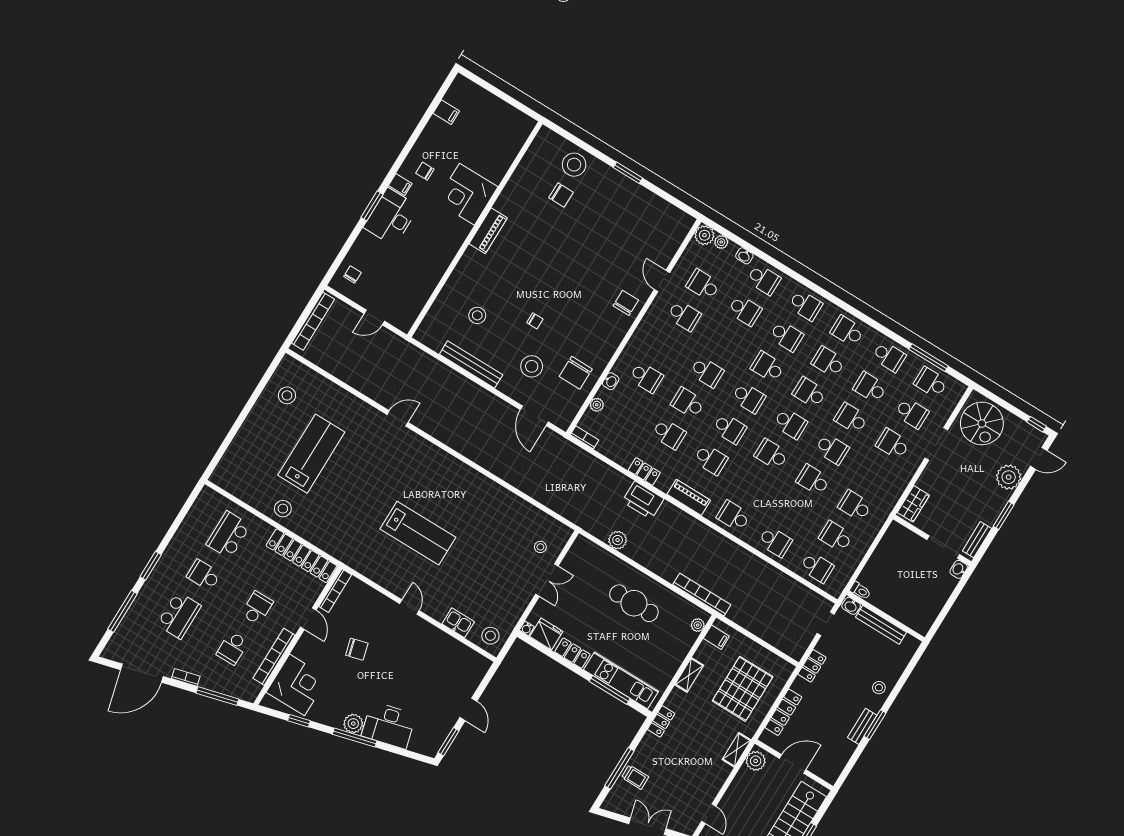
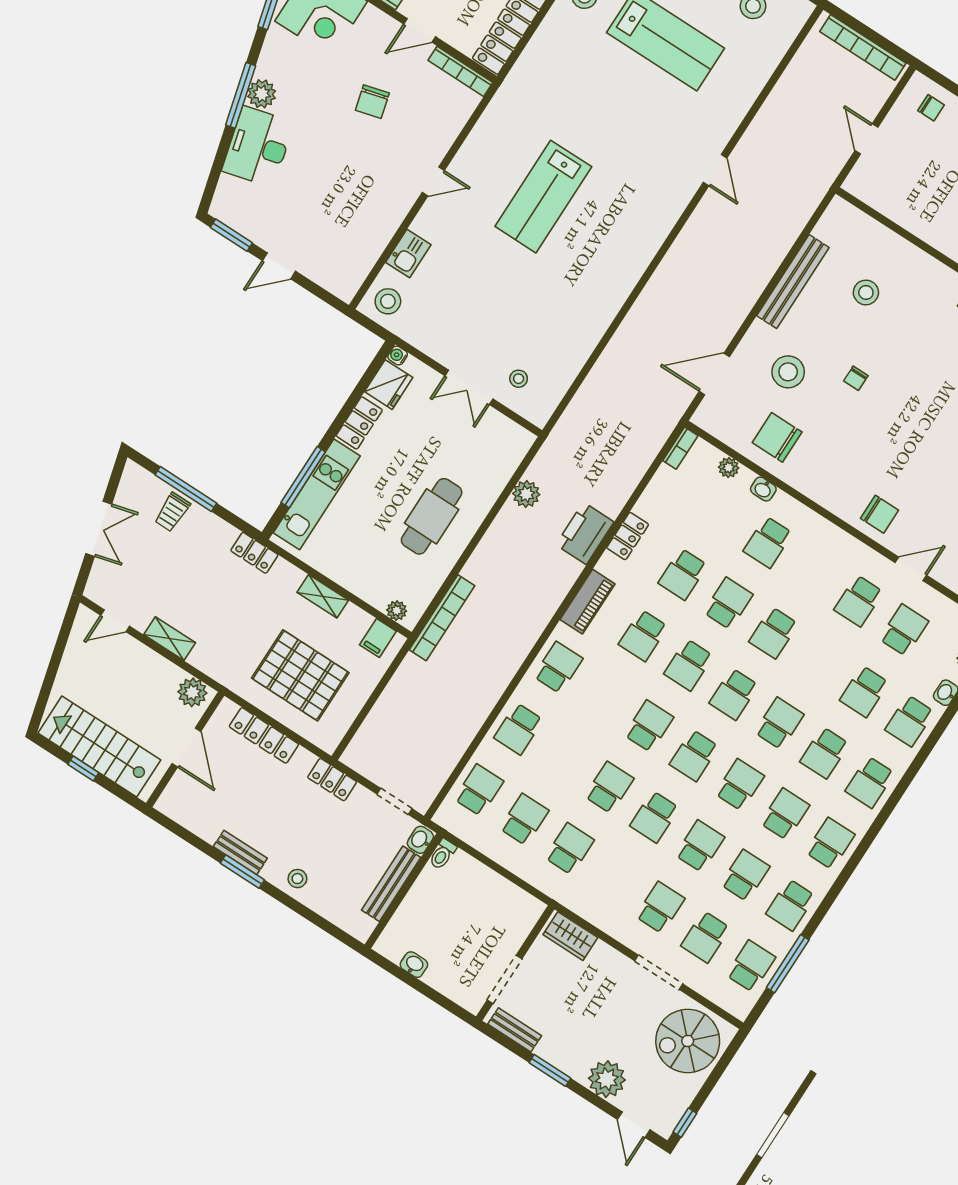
school desk: (817, 567) -> (479, 790), turned 180
washbasin: (959, 569) -> (414, 965), moved
shelving: (737, 750) -> (170, 639), moved

